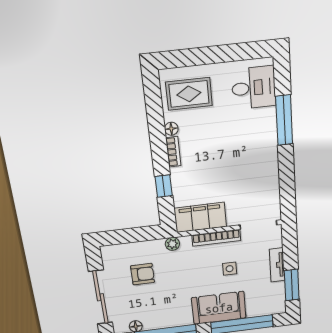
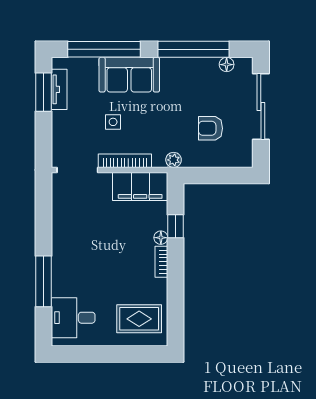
floor lamp: (171, 129) -> (161, 238), moved
tv unit: (277, 265) -> (59, 89), moved

